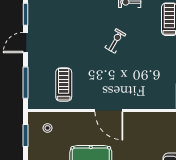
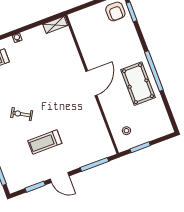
exercise bike: (115, 41) -> (22, 114), moved
treadmill: (64, 85) -> (45, 142), moved

